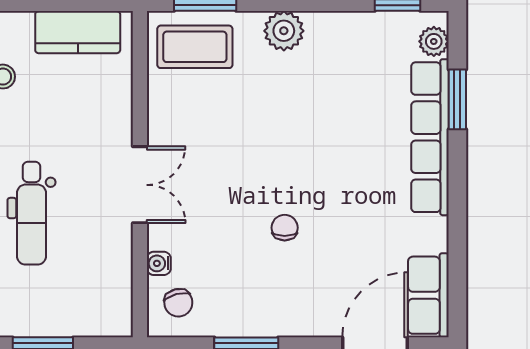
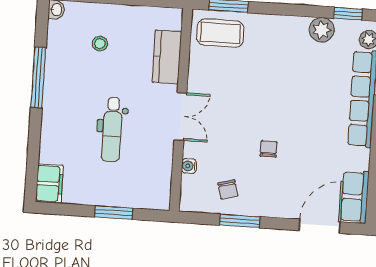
plant: (284, 31) -> (322, 30), moved
kitchen counter: (78, 32) -> (167, 57), moved, turned 90
chair: (178, 303) -> (228, 189), moved

